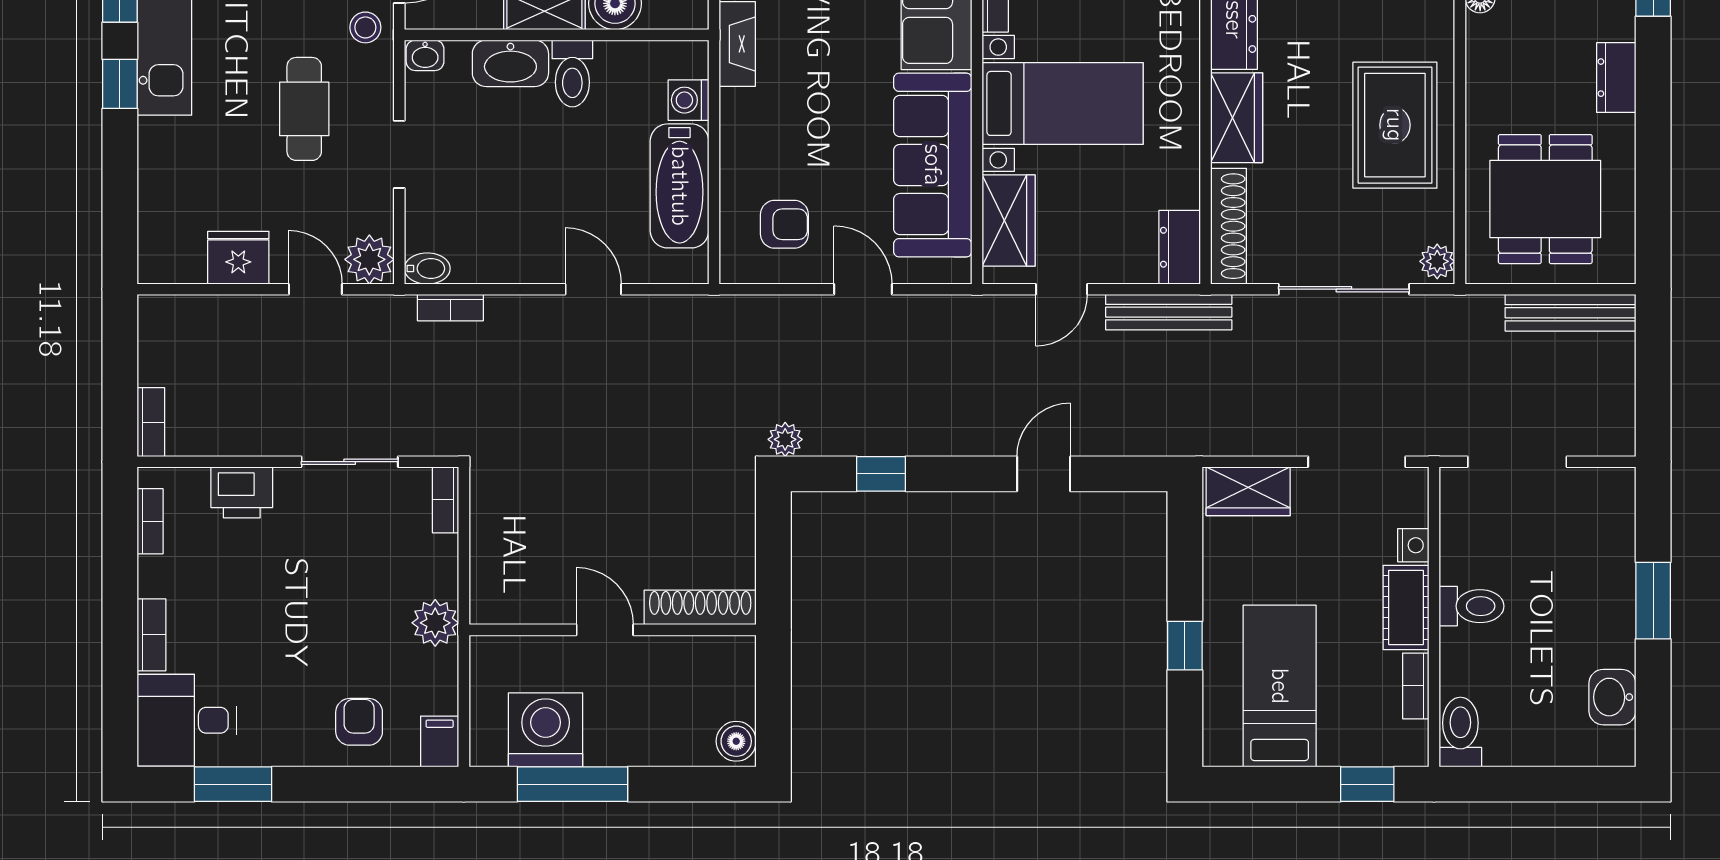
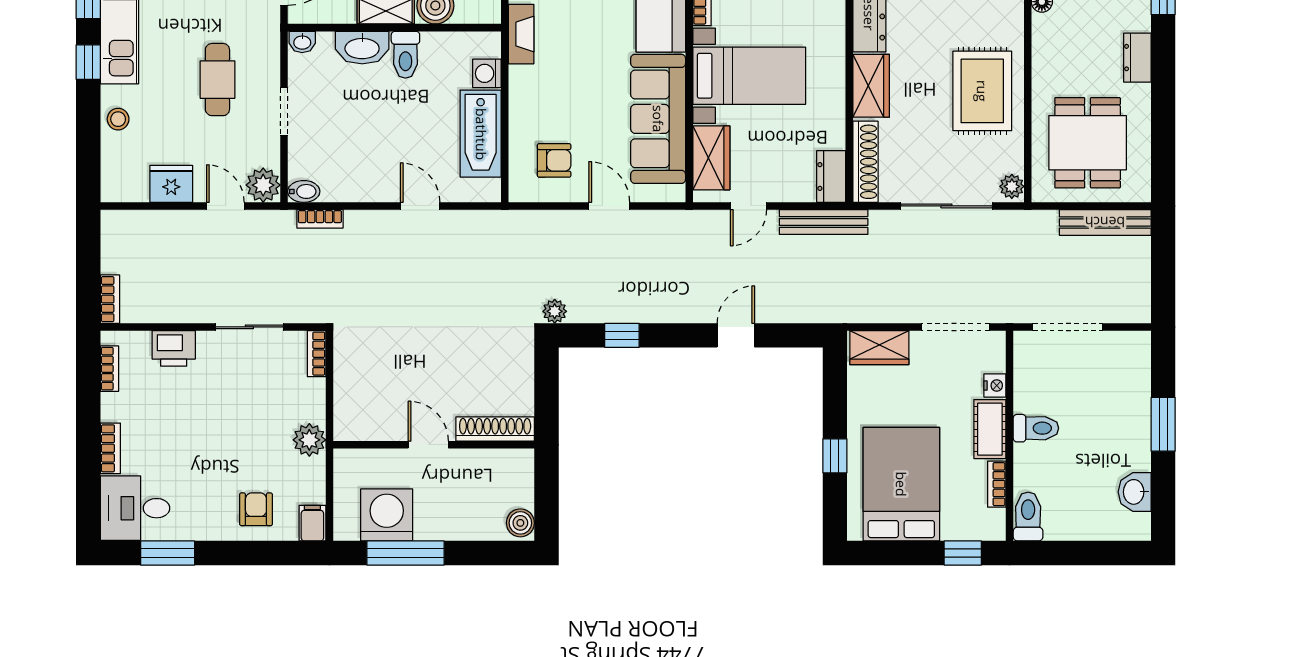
stool: (365, 27) -> (118, 119), moved
bed: (1280, 686) -> (901, 484), width x1.50

